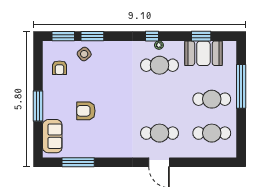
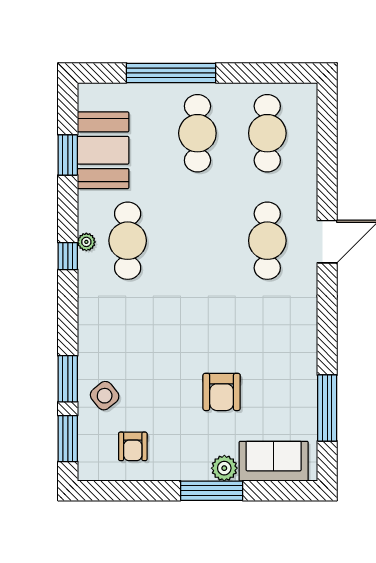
armchair: (59, 68) -> (133, 446), turned 90
plant: (49, 112) -> (224, 468), added

